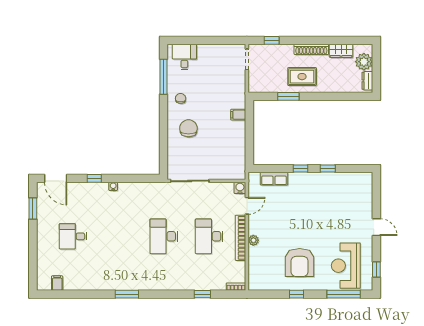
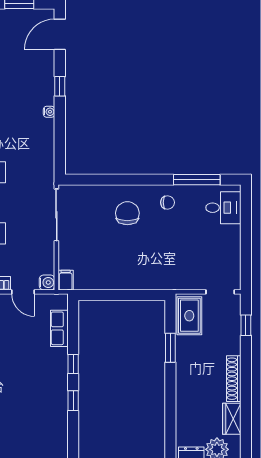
rug: (302, 77) -> (189, 316), moved
filing cabinet: (238, 115) -> (66, 280), moved
chair: (188, 128) -> (127, 213), turned -90

